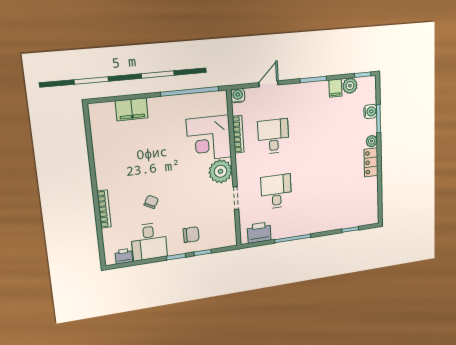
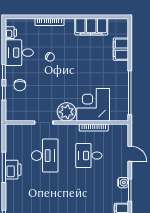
water cooler: (238, 96) -> (123, 183), moved
desk: (273, 136) -> (89, 156), turned 180
filing cabinet: (105, 153) -> (91, 27), added
desk: (276, 191) -> (45, 156), width x1.37
printer: (259, 233) -> (13, 170), moved

